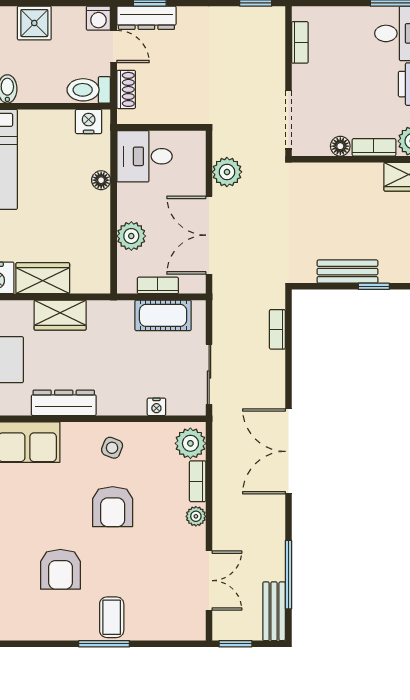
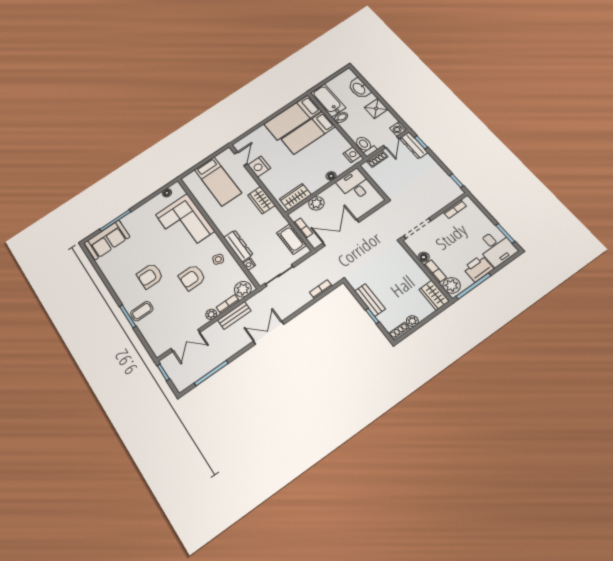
plant: (227, 172) -> (374, 220), removed
wardrobe: (43, 278) -> (295, 197), moved, turned -90
dresser: (64, 403) -> (238, 246), moved
double door: (288, 451) -> (269, 333), width x0.73
bench: (274, 611) -> (234, 315), moved

